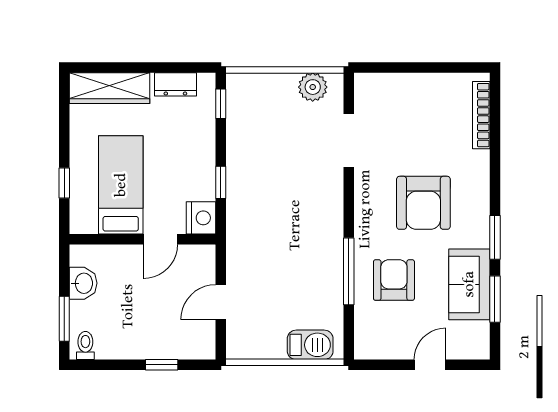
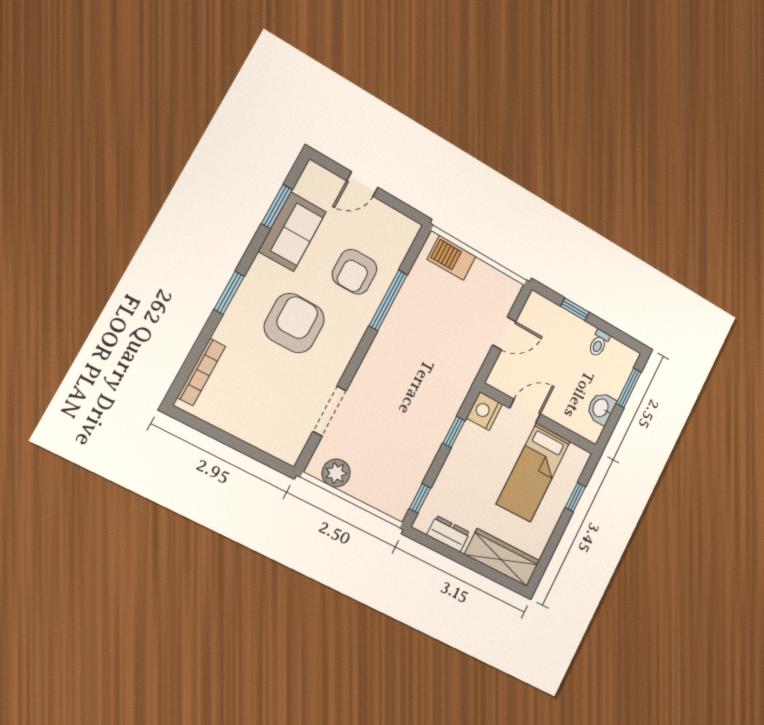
window: (495, 237) -> (229, 293), moved
toilet: (85, 346) -> (599, 343), moved

